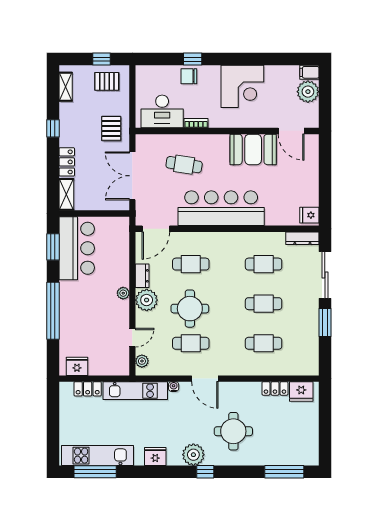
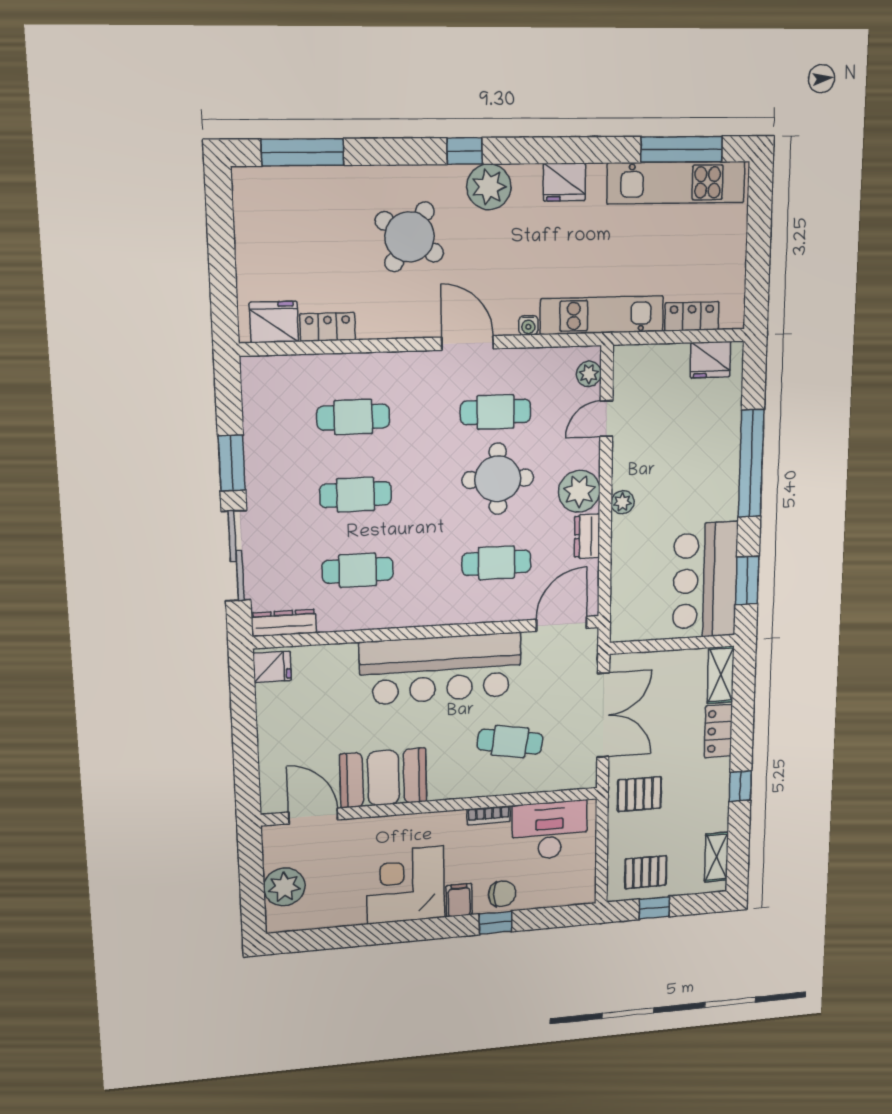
filing cabinet: (309, 72) -> (459, 900), moved, turned -90
pallet: (111, 128) -> (639, 794), turned 90
round table: (233, 431) -> (409, 237), turned 33

